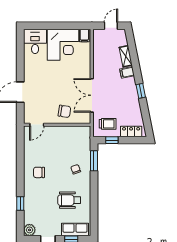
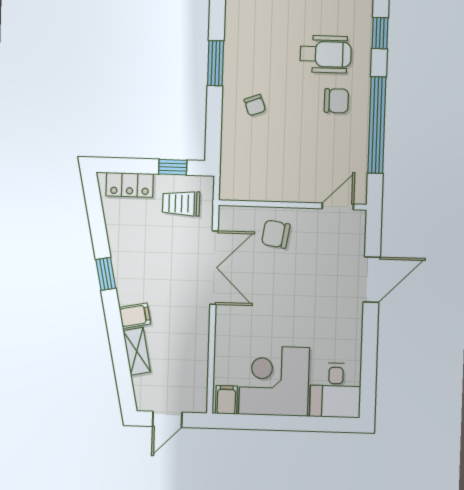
window: (94, 161) -> (216, 63), moved
window: (20, 162) -> (377, 125), added
wheelchair: (69, 200) -> (326, 54), moved

